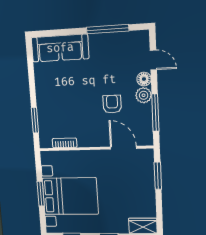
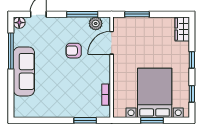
sofa: (60, 48) -> (24, 71), moved
floor lamp: (144, 79) -> (19, 23), moved
plant: (144, 95) -> (96, 23), moved

